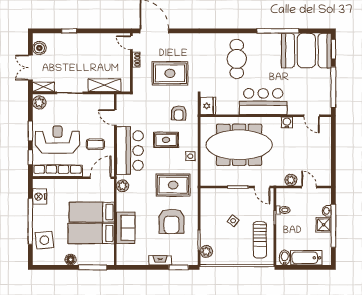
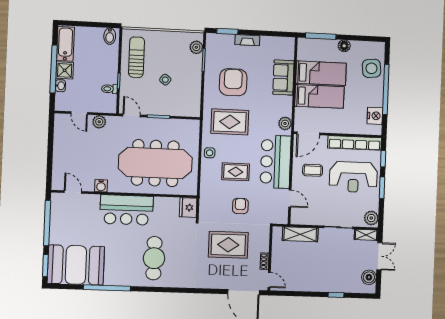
armchair: (179, 113) -> (240, 206), moved
bathtub: (306, 258) -> (65, 44), moved, turned -90

